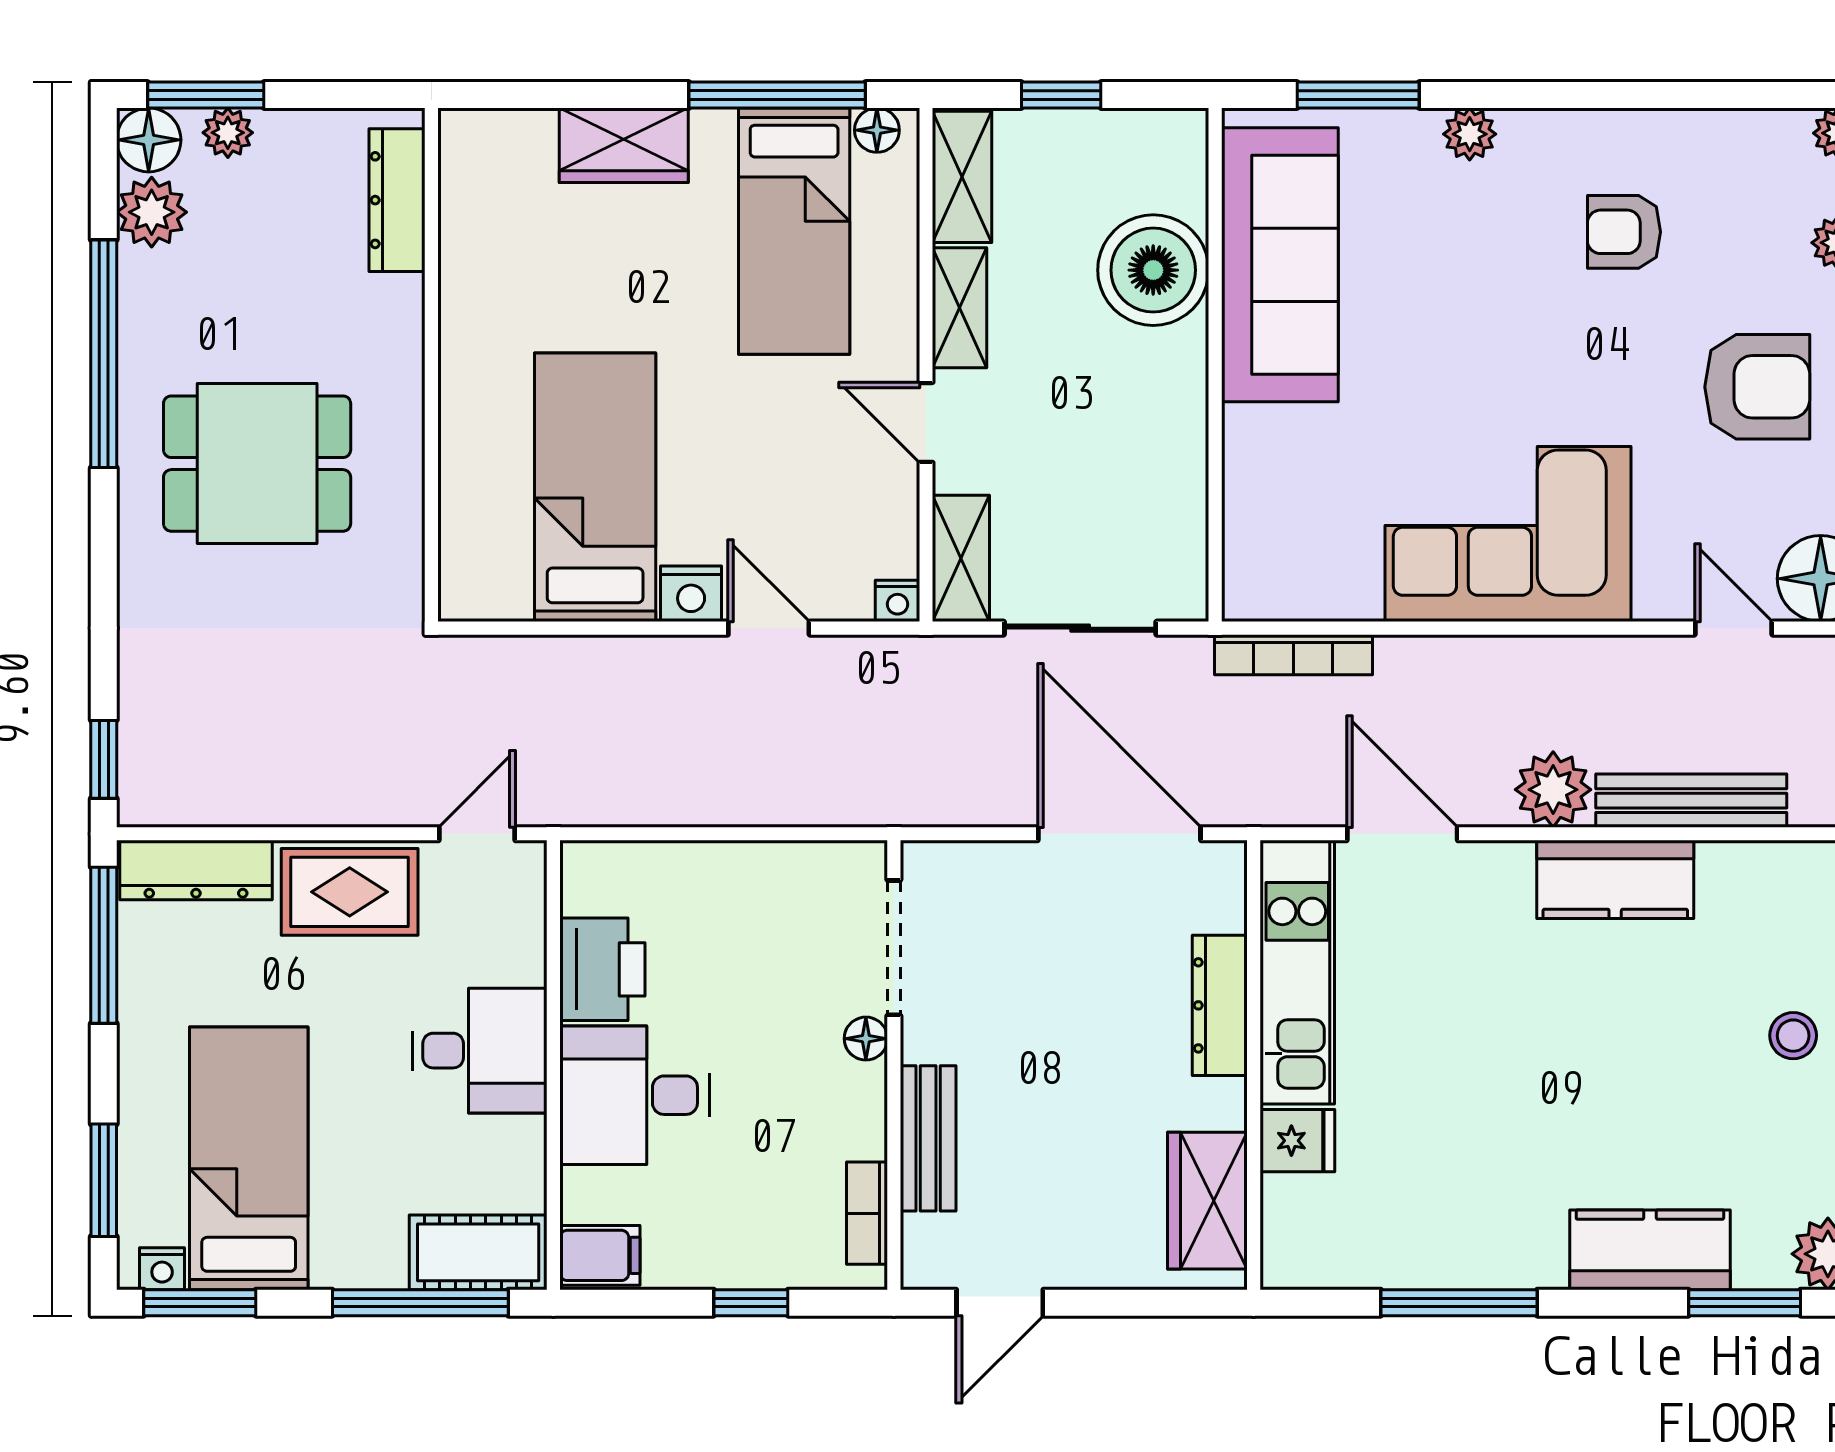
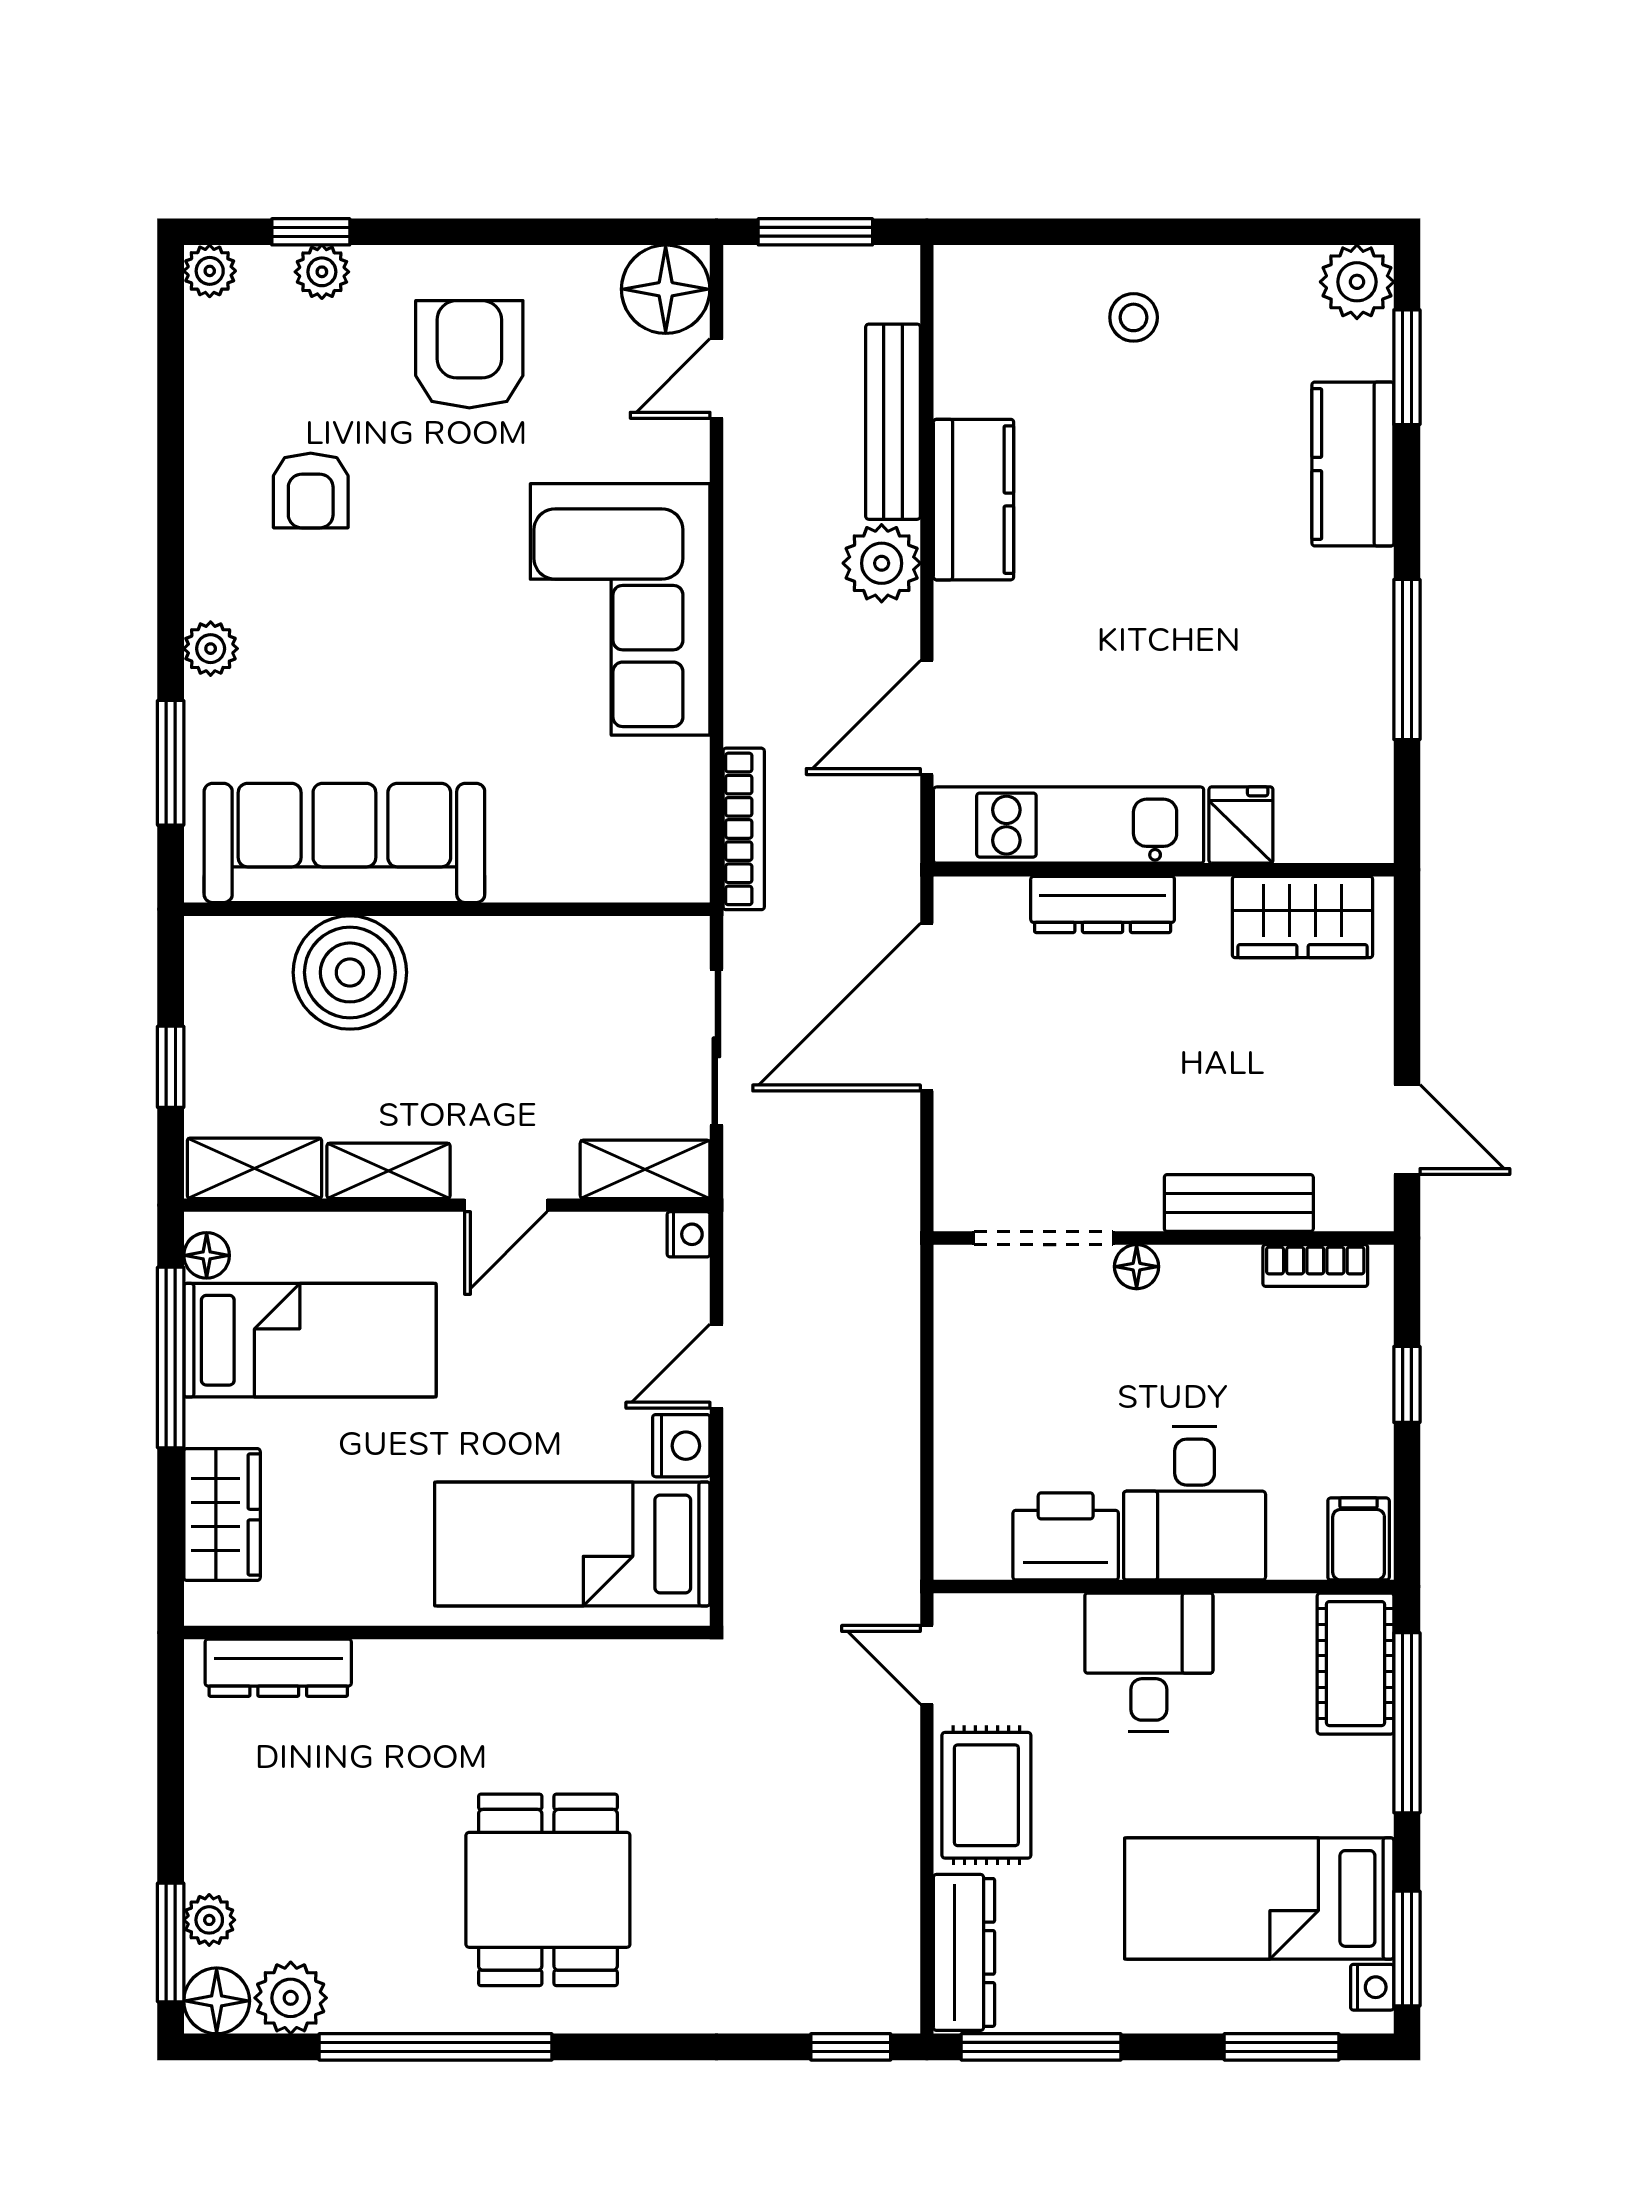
dresser: (397, 200) -> (278, 1668), moved
wall: (431, 365) -> (447, 1633), moved

